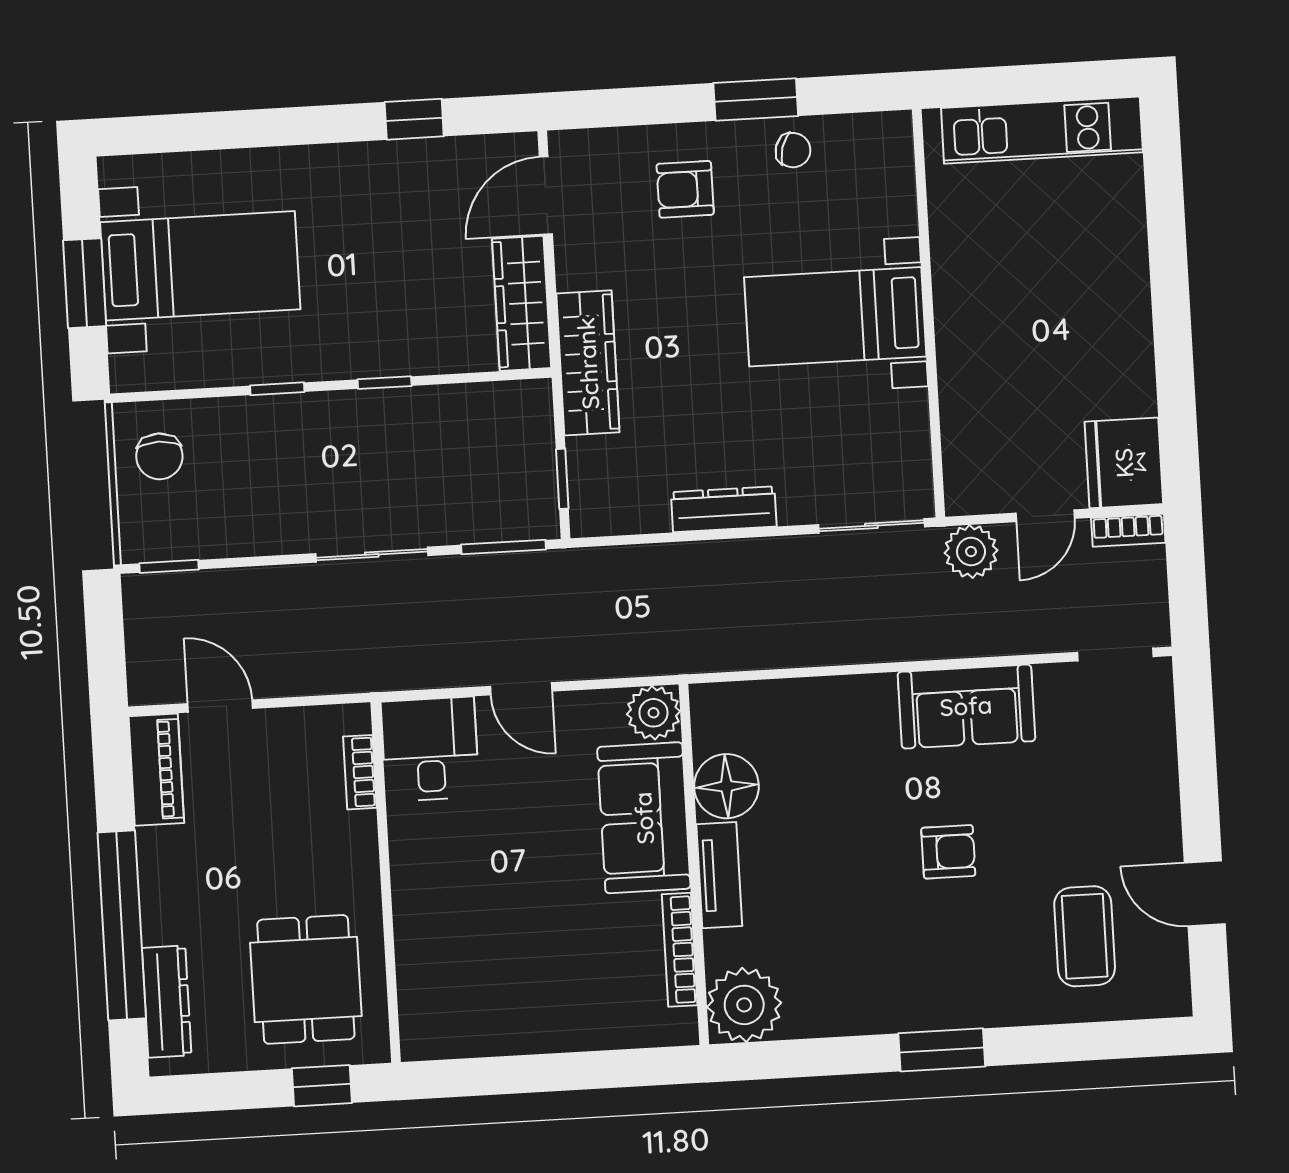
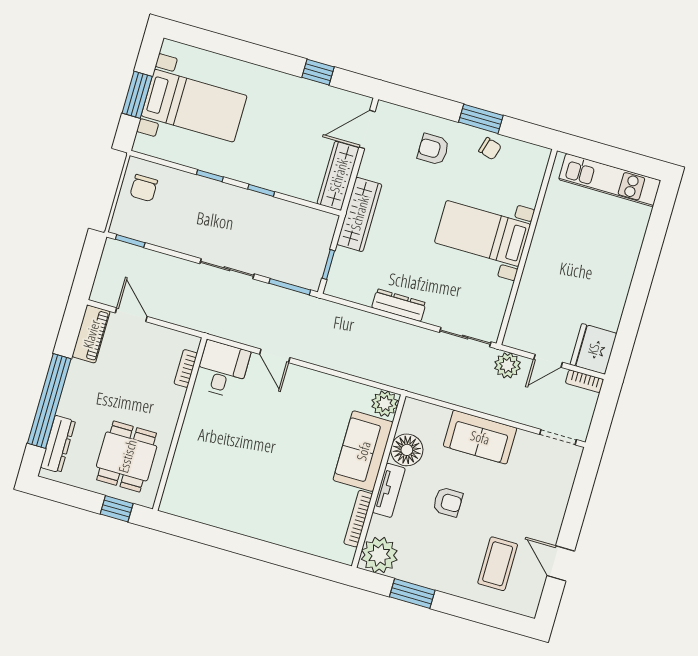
plant: (653, 713) -> (385, 404), moved
floor lamp: (726, 786) -> (407, 450), moved
sofa: (644, 818) -> (363, 451), moved
wall: (694, 864) -> (379, 481), moved
tv unit: (719, 875) -> (389, 490), moved
bookcase: (680, 950) -> (358, 519), moved
plant: (744, 1005) -> (379, 555), moved

